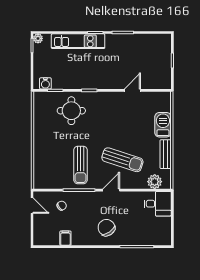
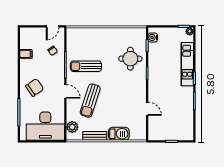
desk: (158, 204) -> (45, 126), width x1.87, depth x1.30

